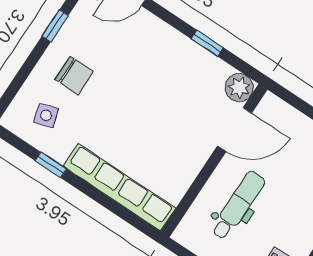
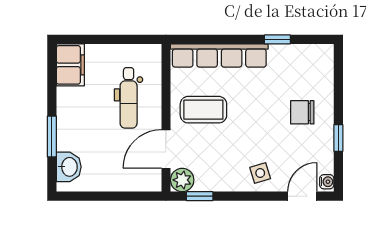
window: (207, 43) -> (200, 196), moved
side table: (46, 115) -> (260, 173), moved
coffee table: (171, 144) -> (203, 110), added

